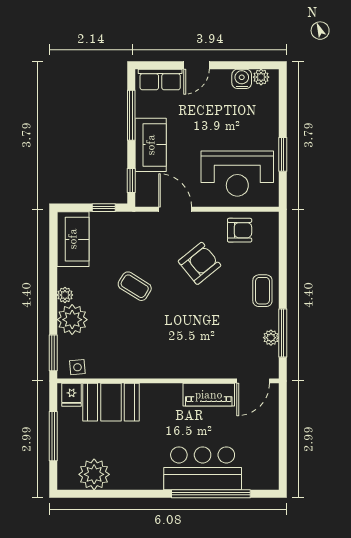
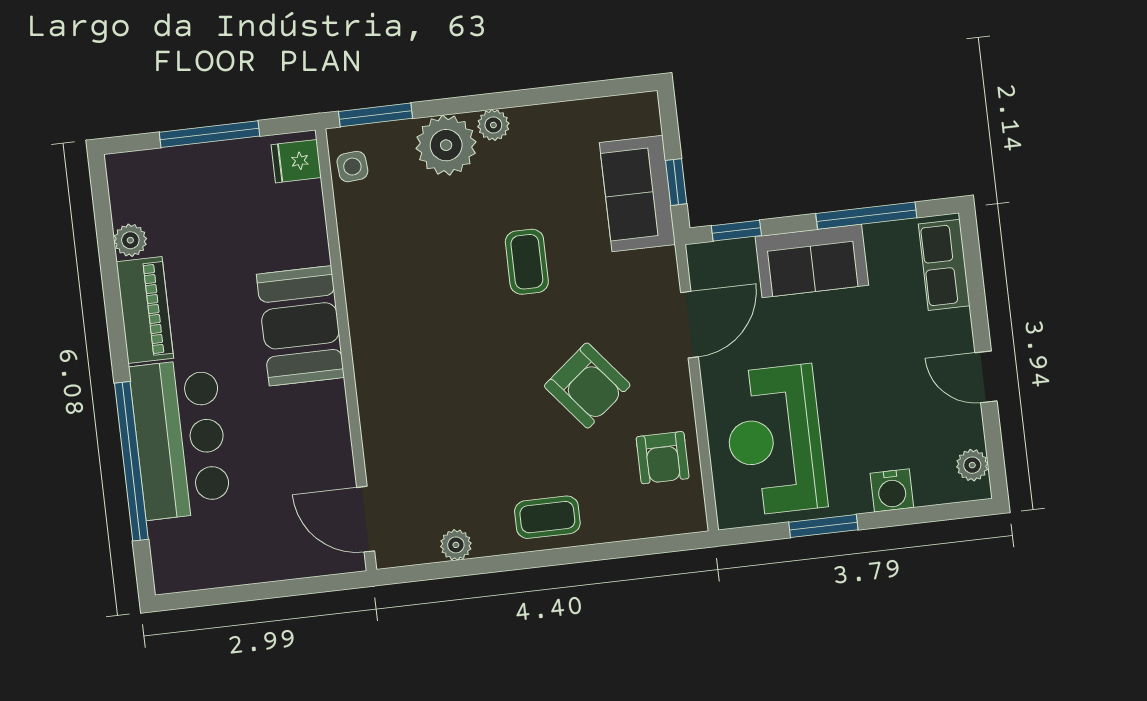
door: (197, 65) -> (986, 377), moved
water cooler: (242, 79) -> (892, 490), moved, turned 90
sofa: (73, 239) -> (637, 194), moved, turned 90
coffee table: (135, 286) -> (527, 262), turned -32
window: (283, 333) -> (468, 567), removed
piano: (209, 395) -> (145, 310), moved, turned 180
booth: (111, 402) -> (300, 326), moved
plant: (94, 474) -> (130, 240), width x0.53, depth x0.53

